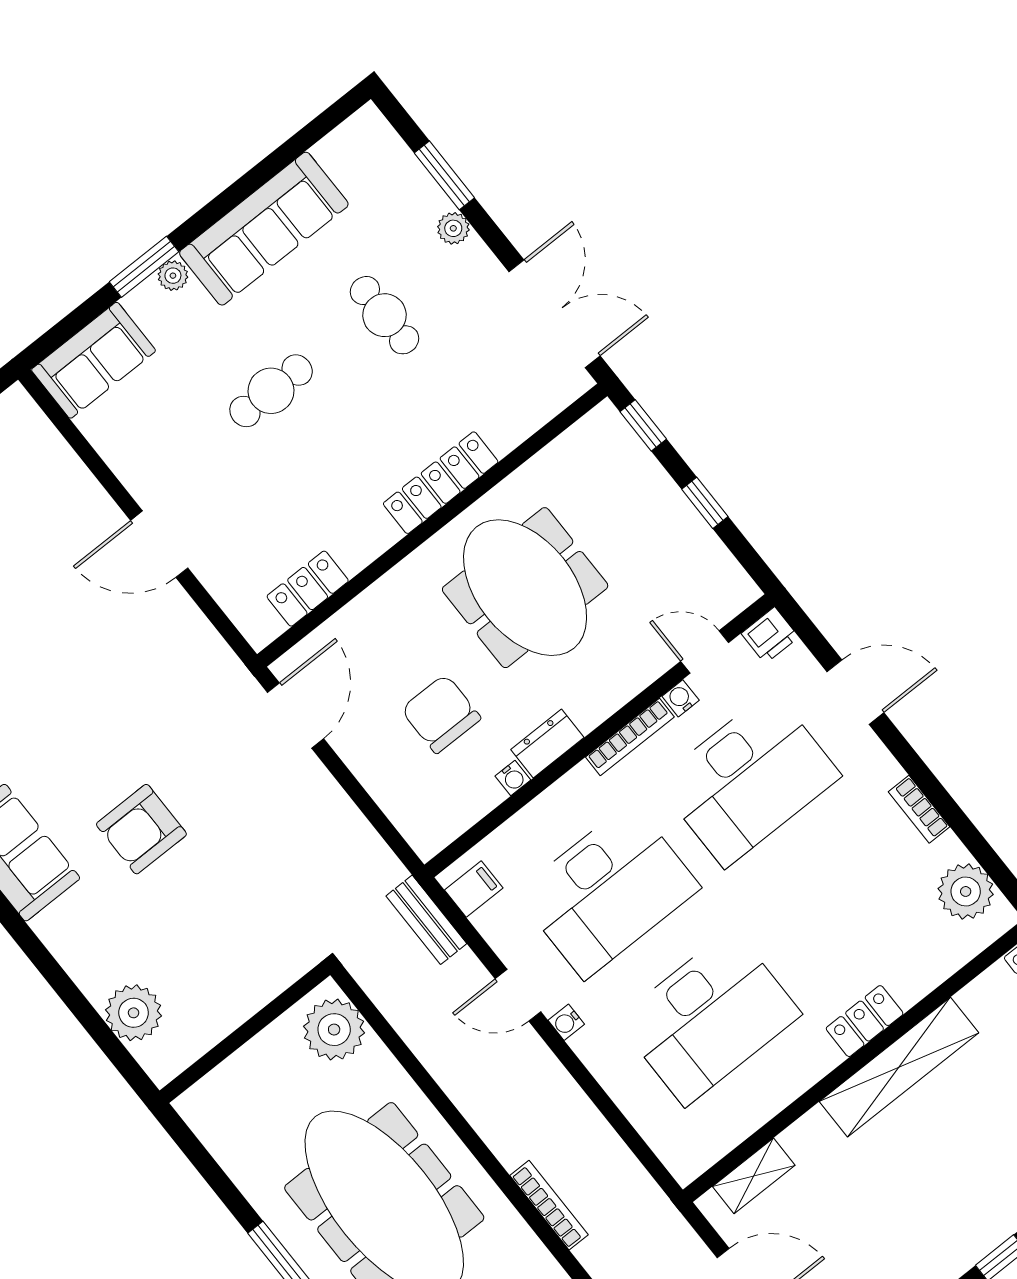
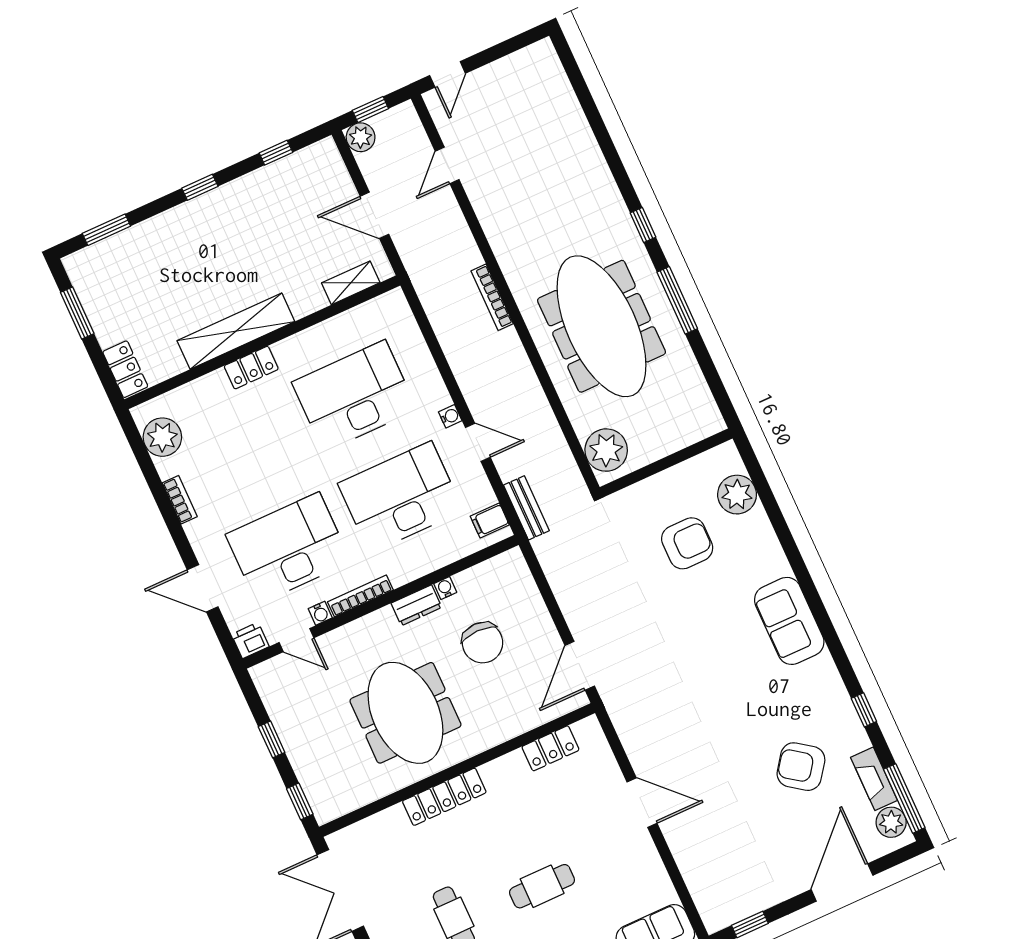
armchair: (141, 829) -> (687, 543), moved

